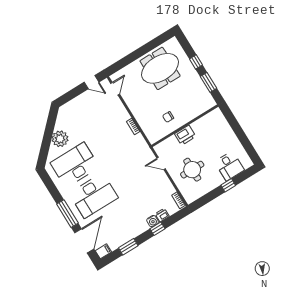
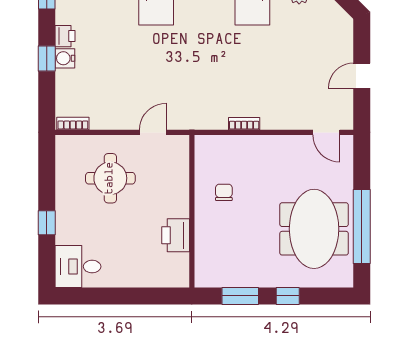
window: (146, 48) -> (362, 227), added
door: (92, 82) -> (362, 76), moved
printer: (185, 135) -> (176, 235), moved
desk: (229, 166) -> (78, 267), moved
printer: (162, 215) -> (65, 36), moved

